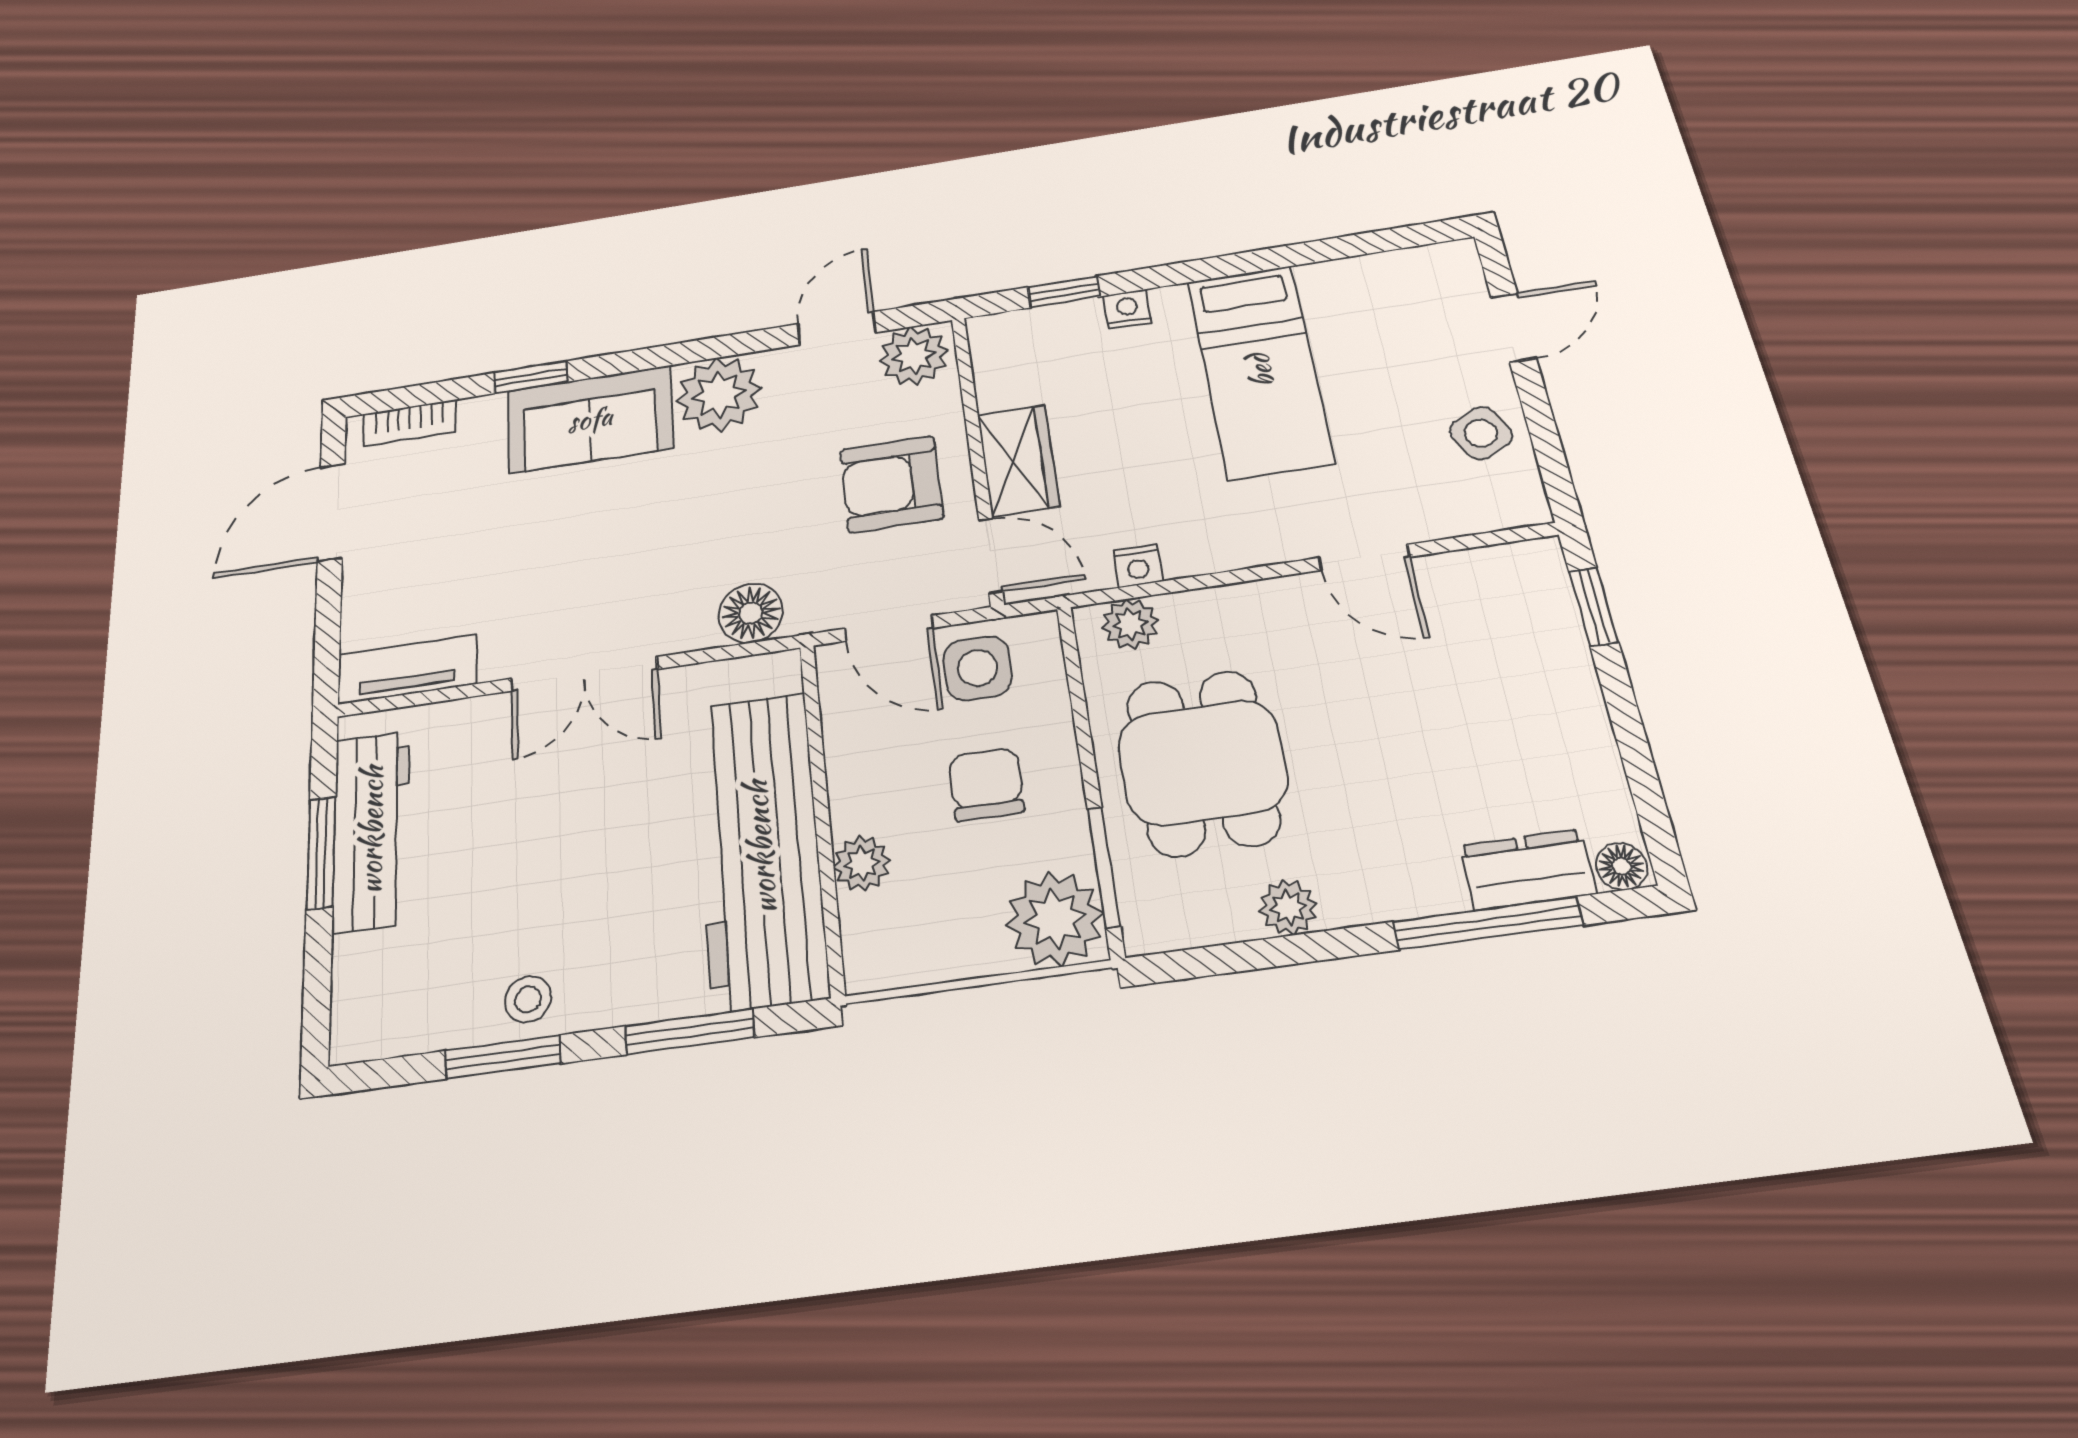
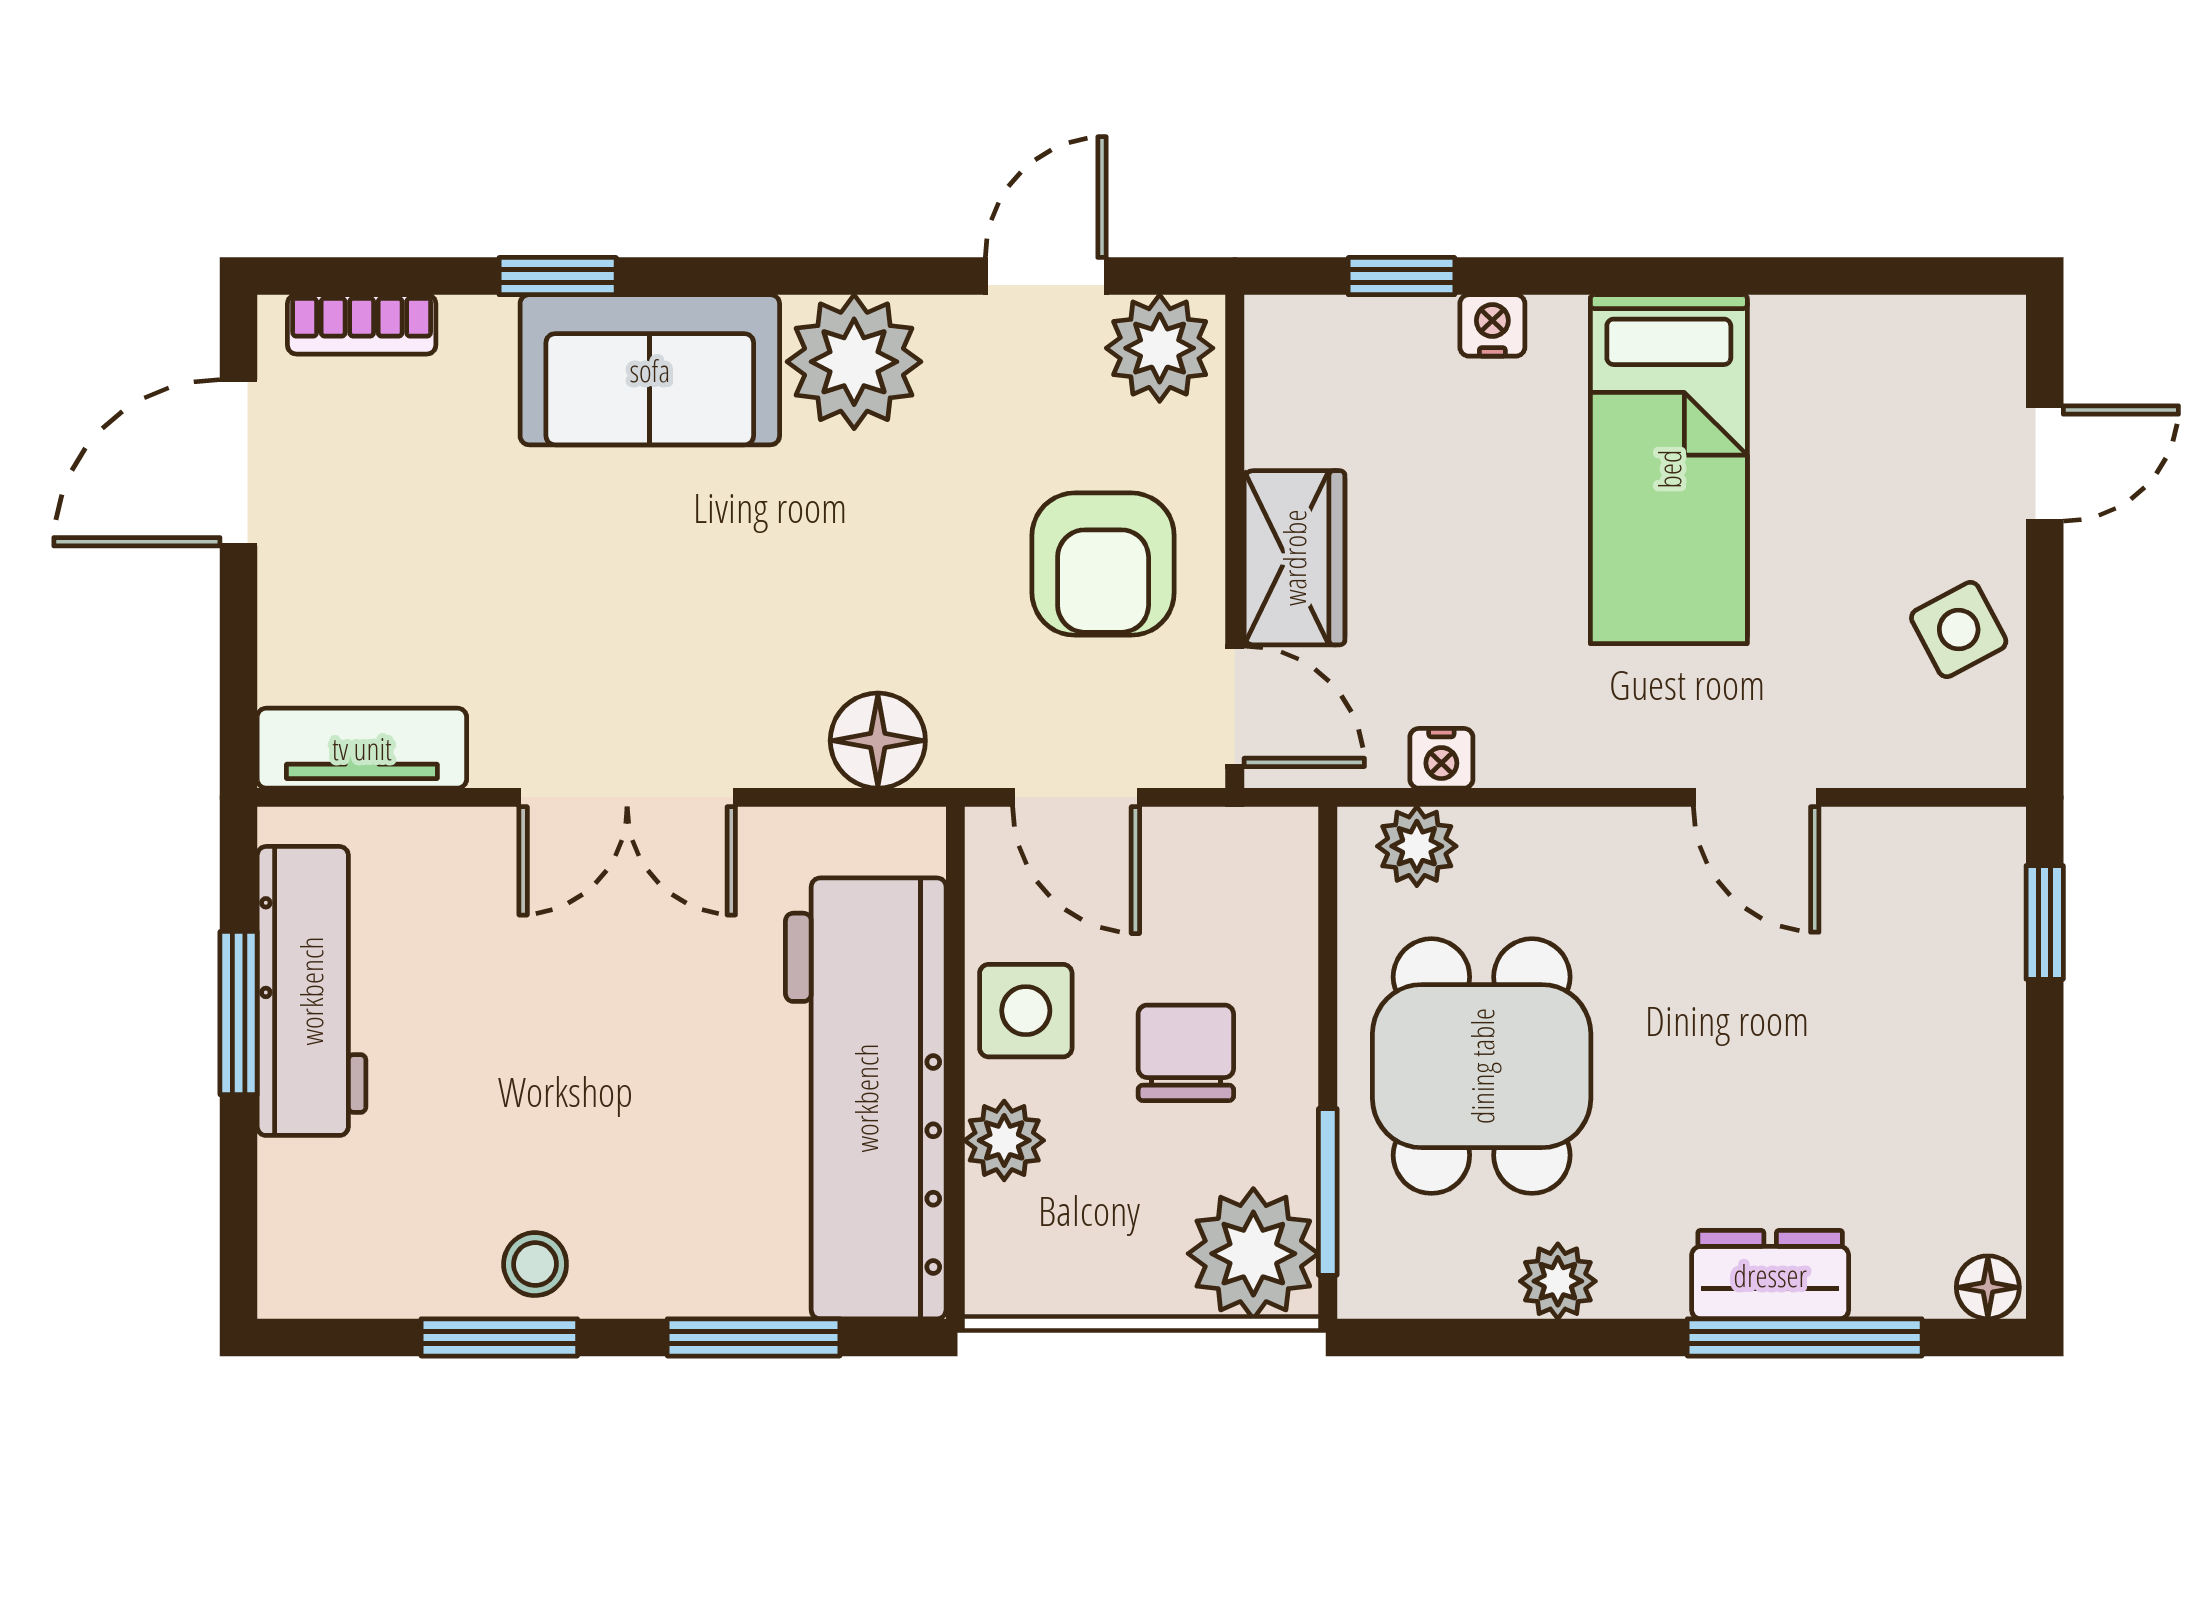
armchair: (891, 484) -> (1103, 564), turned -90
side table: (977, 668) -> (1026, 1011), moved
dresser: (1528, 870) -> (1770, 1275), moved

